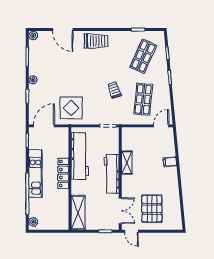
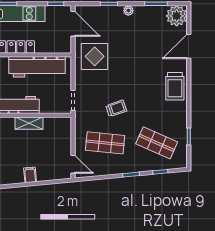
plant: (33, 35) -> (177, 16), width x1.87, depth x1.87

